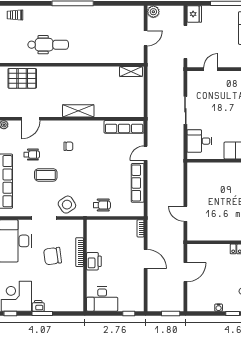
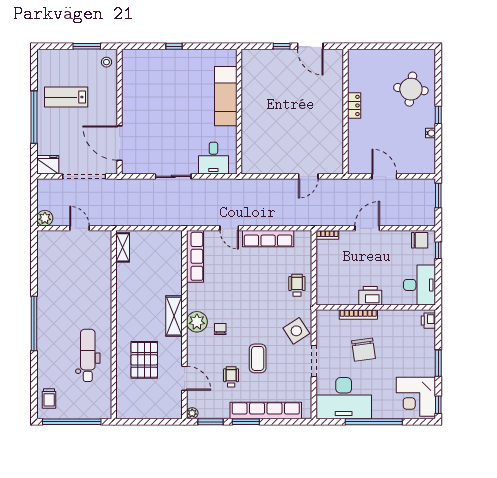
door: (211, 69) -> (120, 143), width x1.87
pallet: (22, 78) -> (144, 360), moved
plant: (74, 128) -> (197, 322), added
chair: (136, 299) -> (420, 240), added
printer: (38, 306) -> (428, 321), moved

